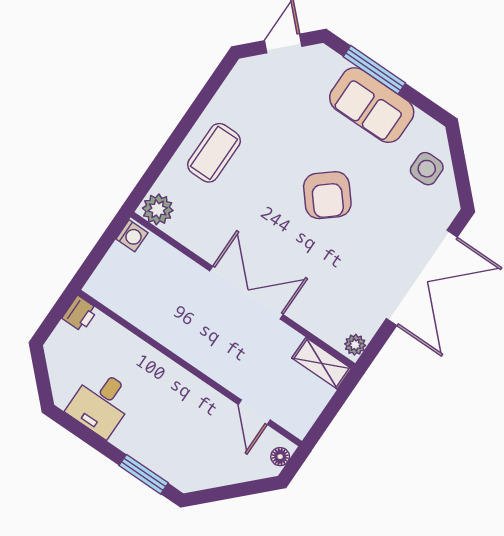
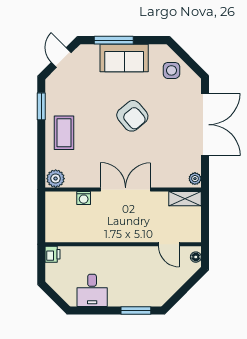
window: (207, 93) -> (41, 106), added
washing machine: (132, 236) -> (84, 198), moved, turned 90

